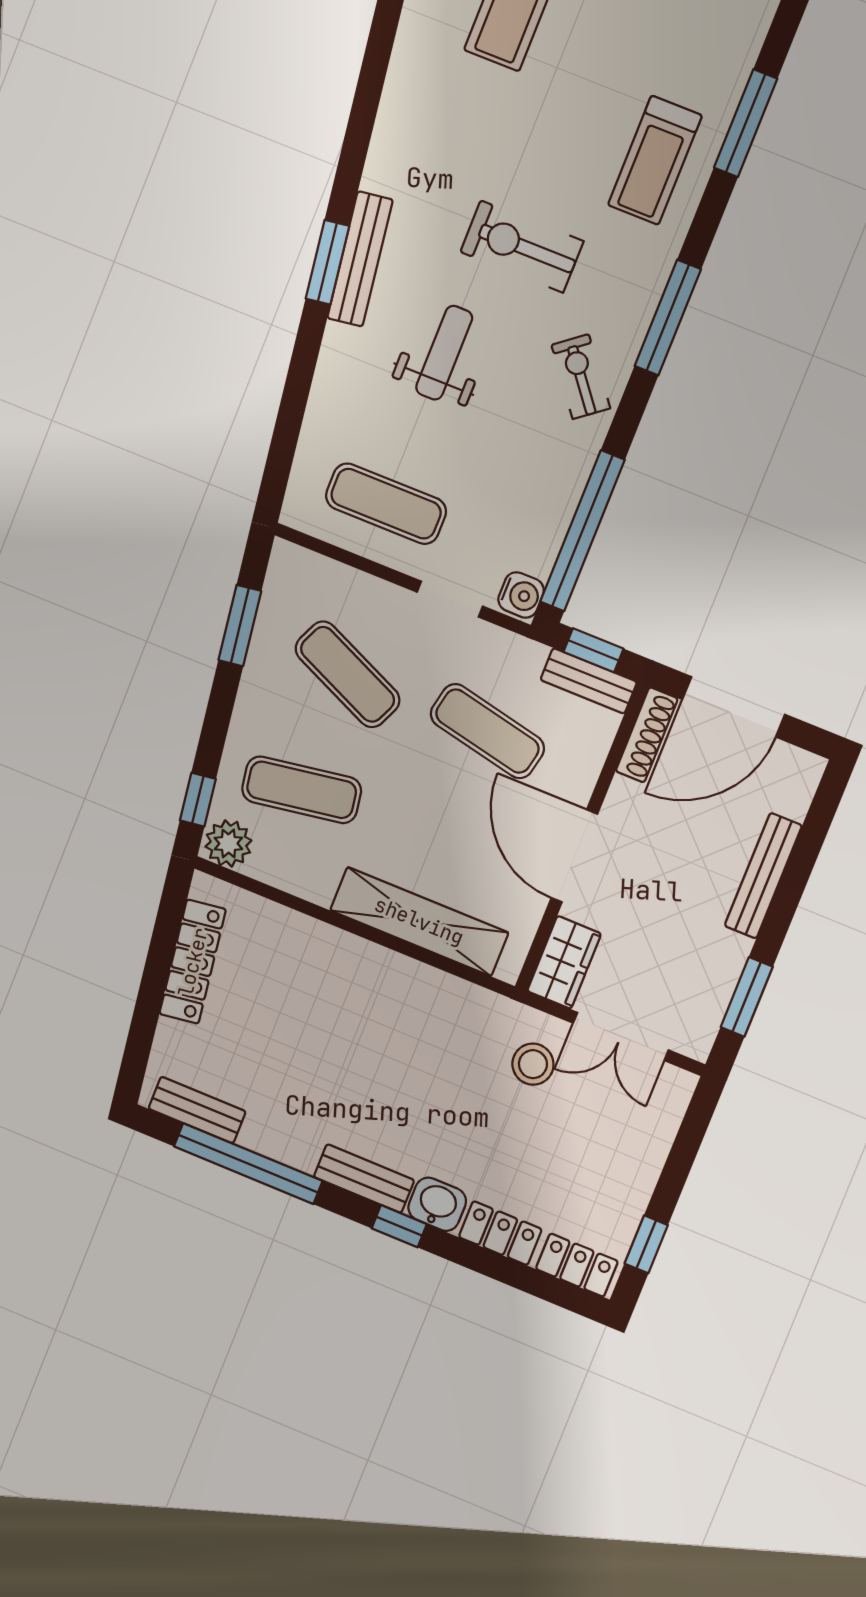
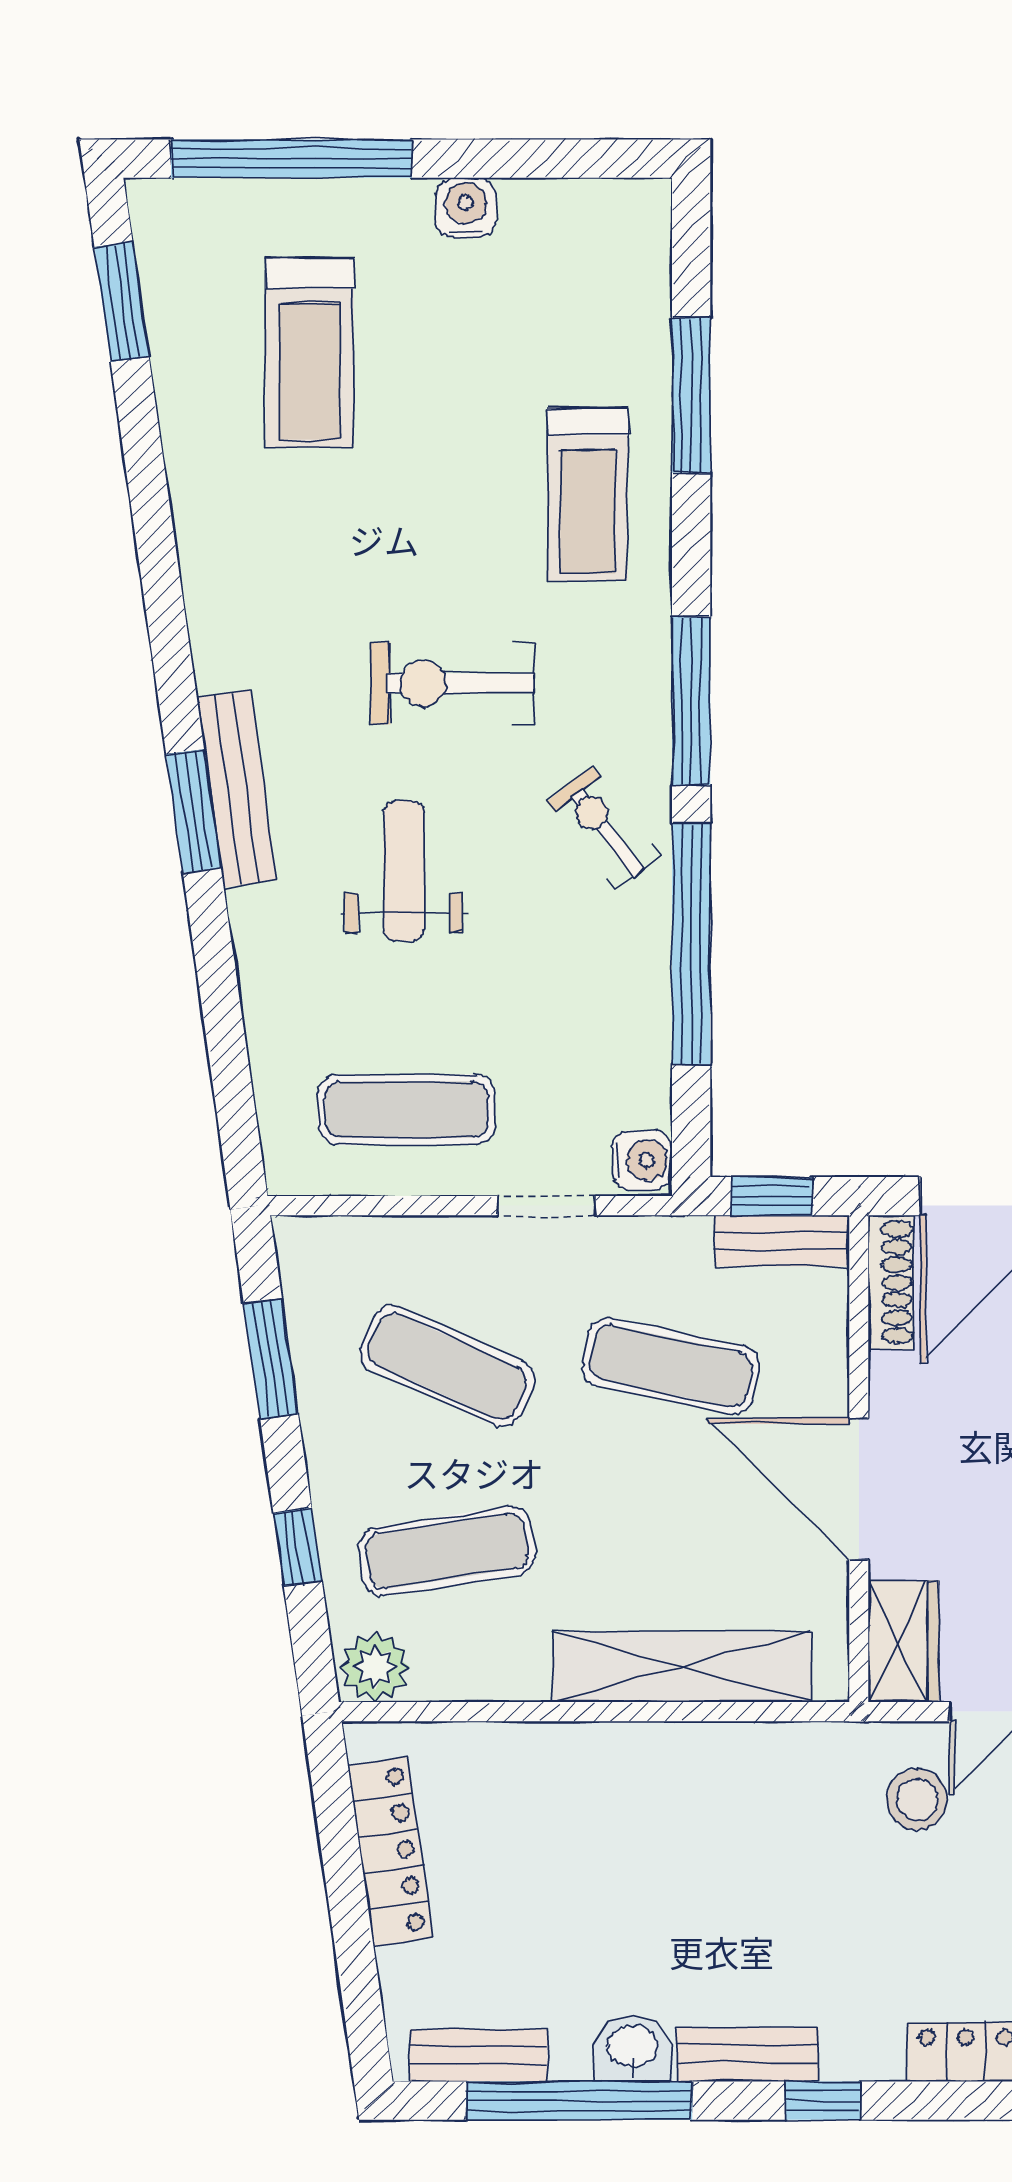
window: (582, 531) -> (691, 944), moved
window: (198, 800) -> (298, 1547), moved
washbasin: (437, 1204) -> (633, 2048), moved

